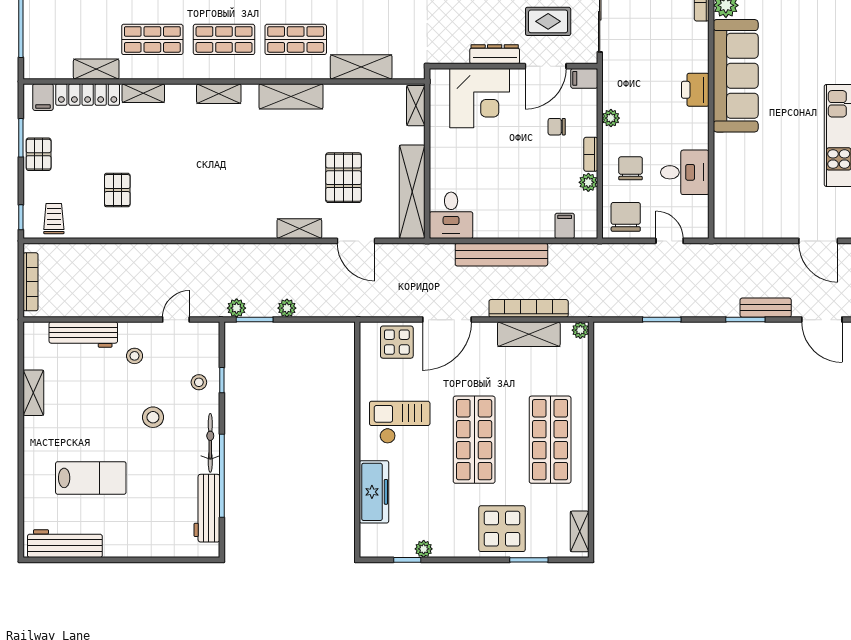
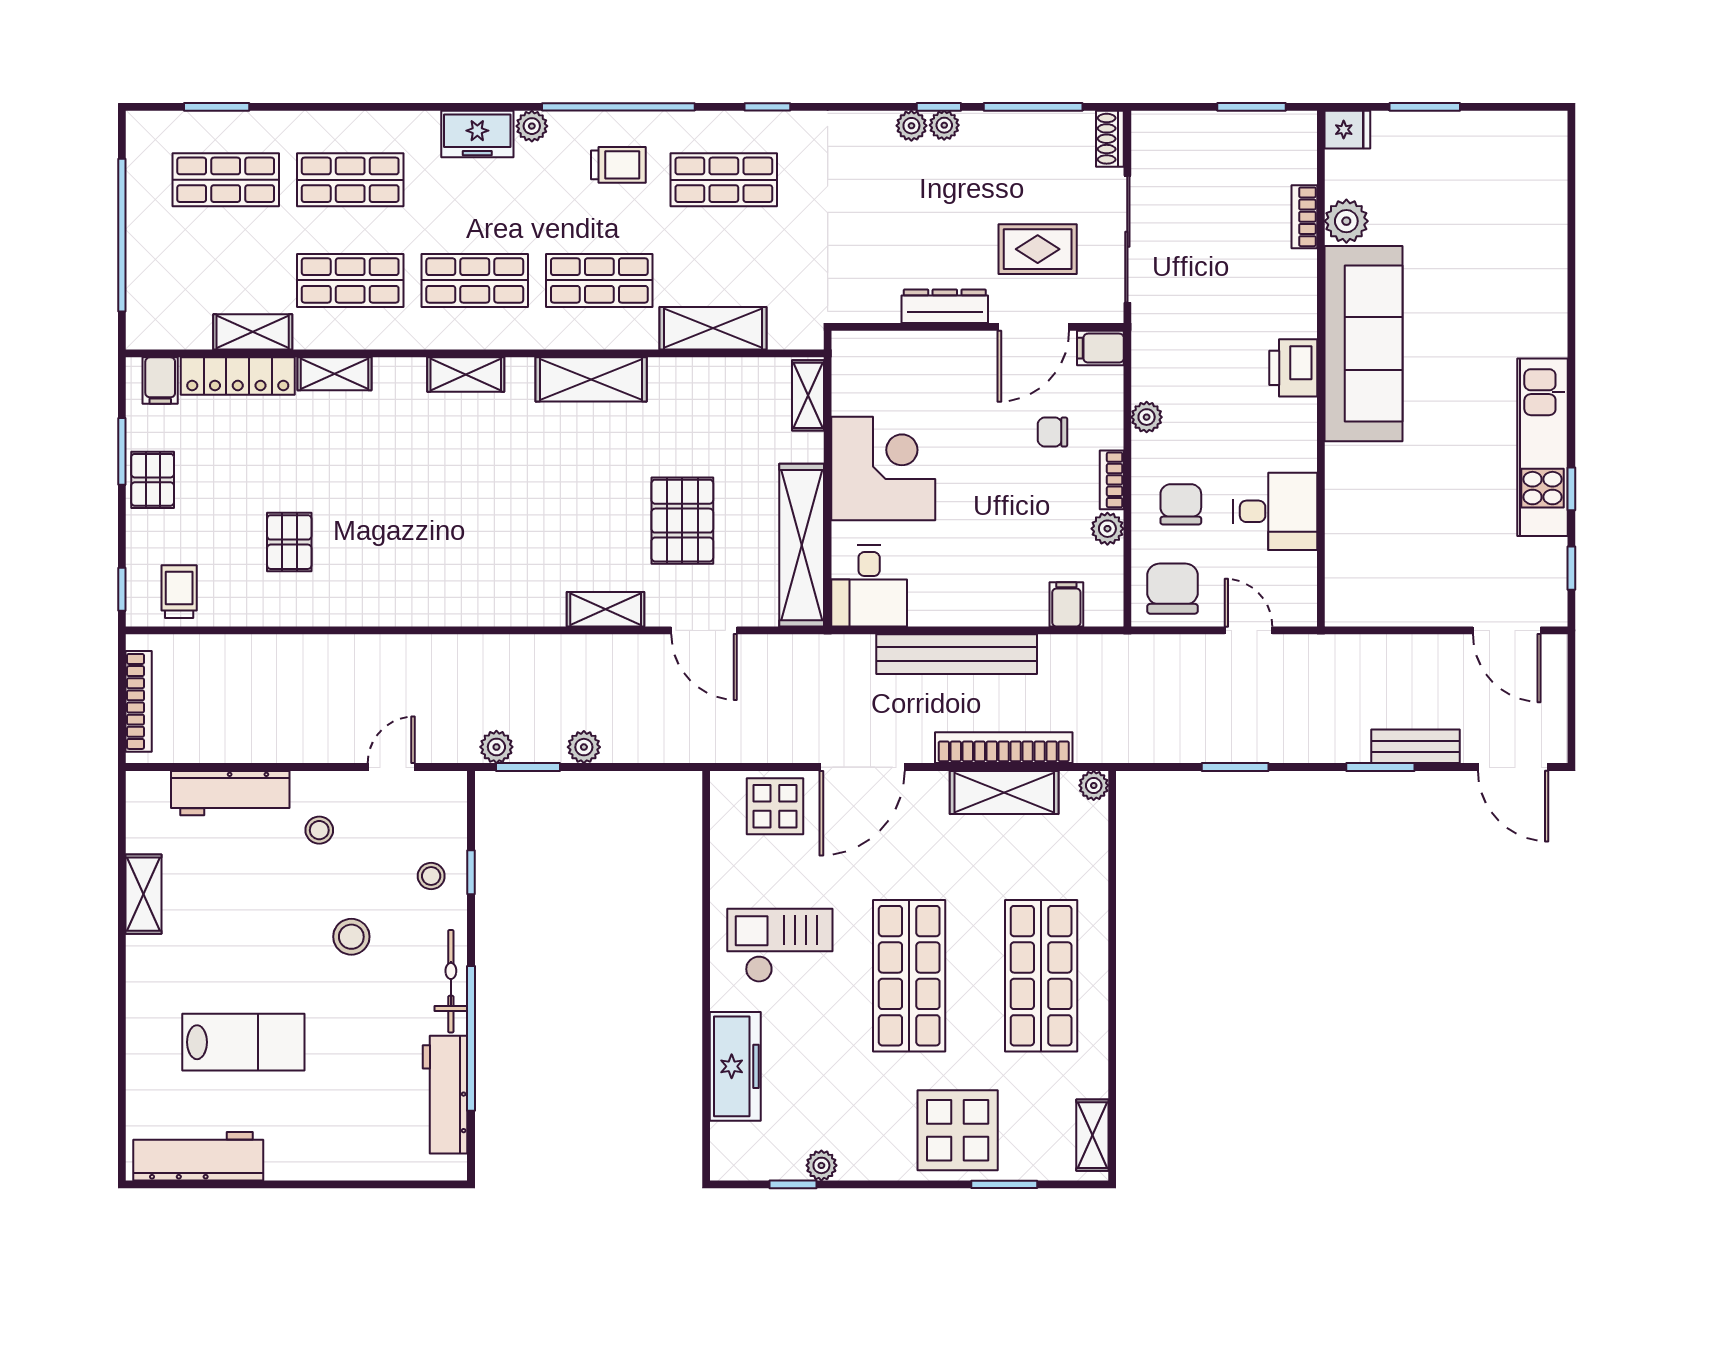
corner desk: (480, 98) -> (883, 468), moved, turned -90

